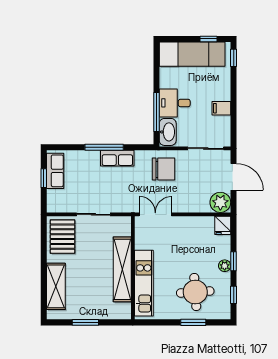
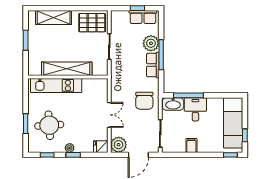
plant: (89, 161) -> (151, 43), added
double door: (155, 214) -> (109, 115), moved

